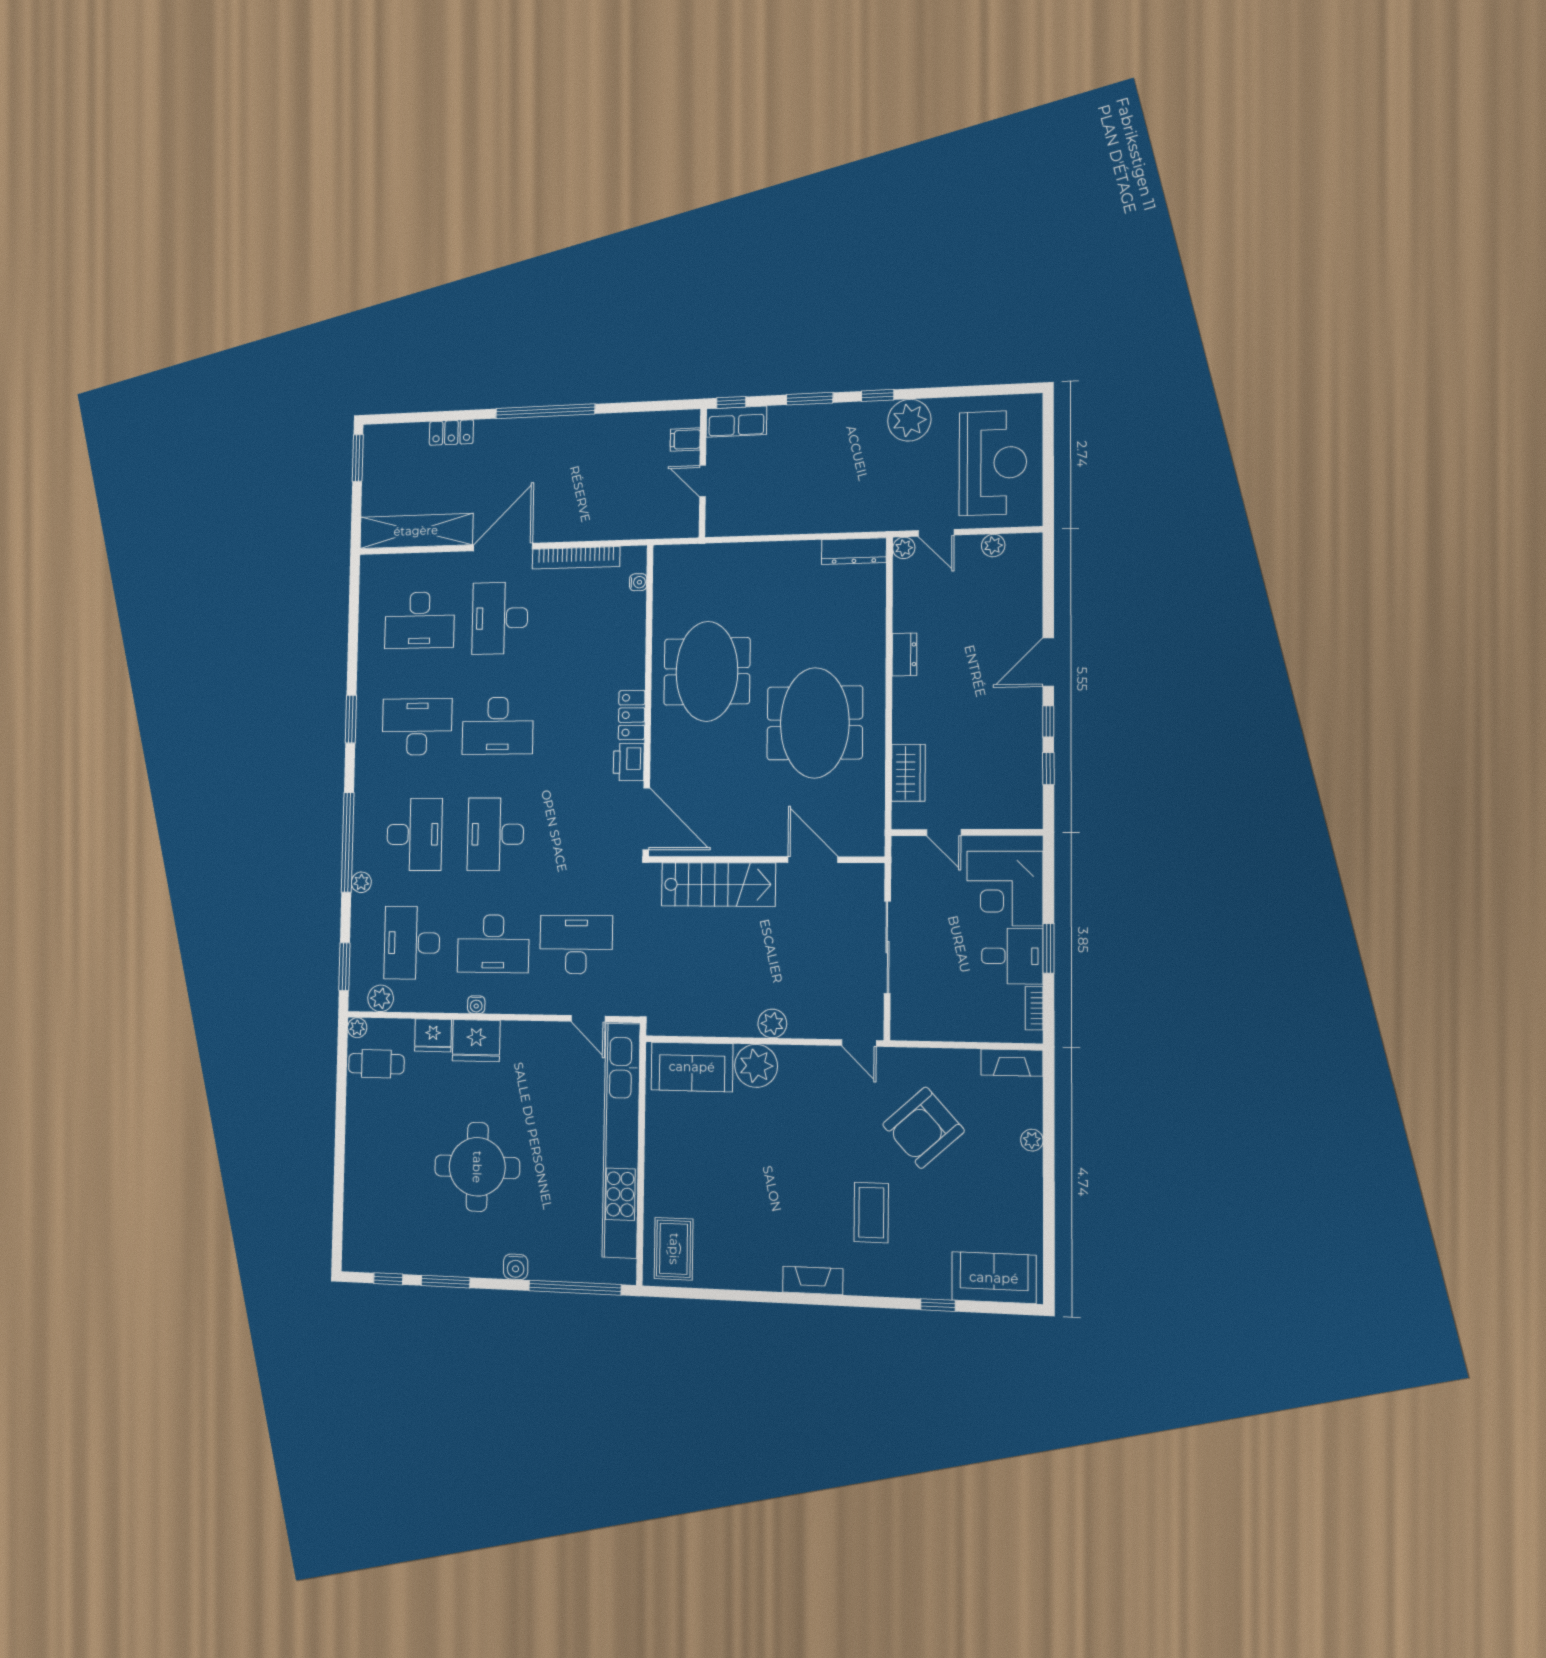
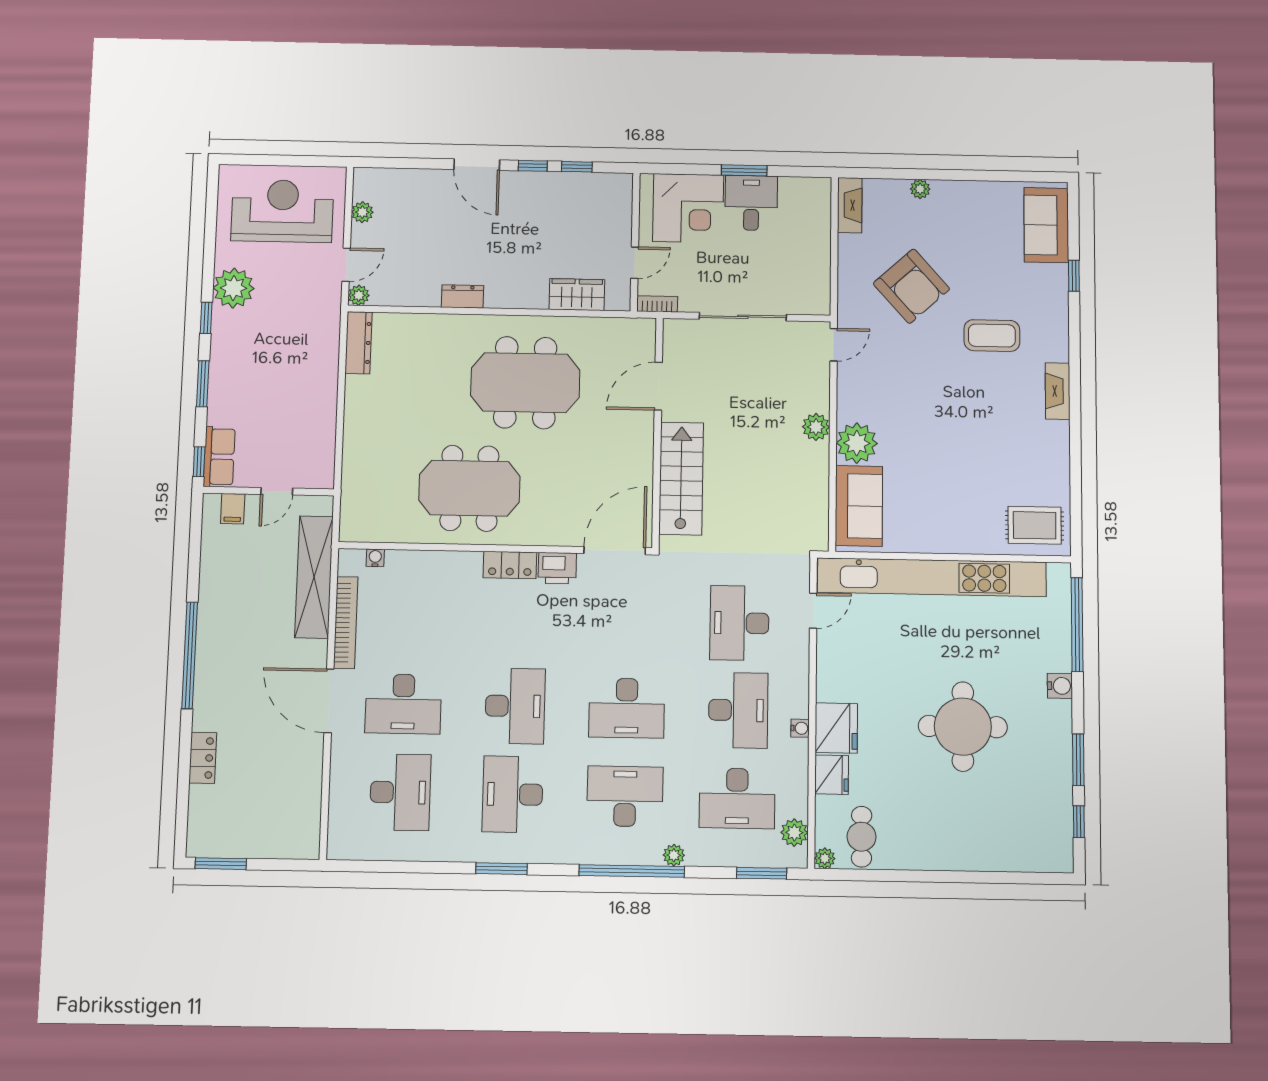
shelving: (416, 531) -> (314, 577), moved
bookcase: (1034, 1008) -> (657, 304), moved, turned 180

